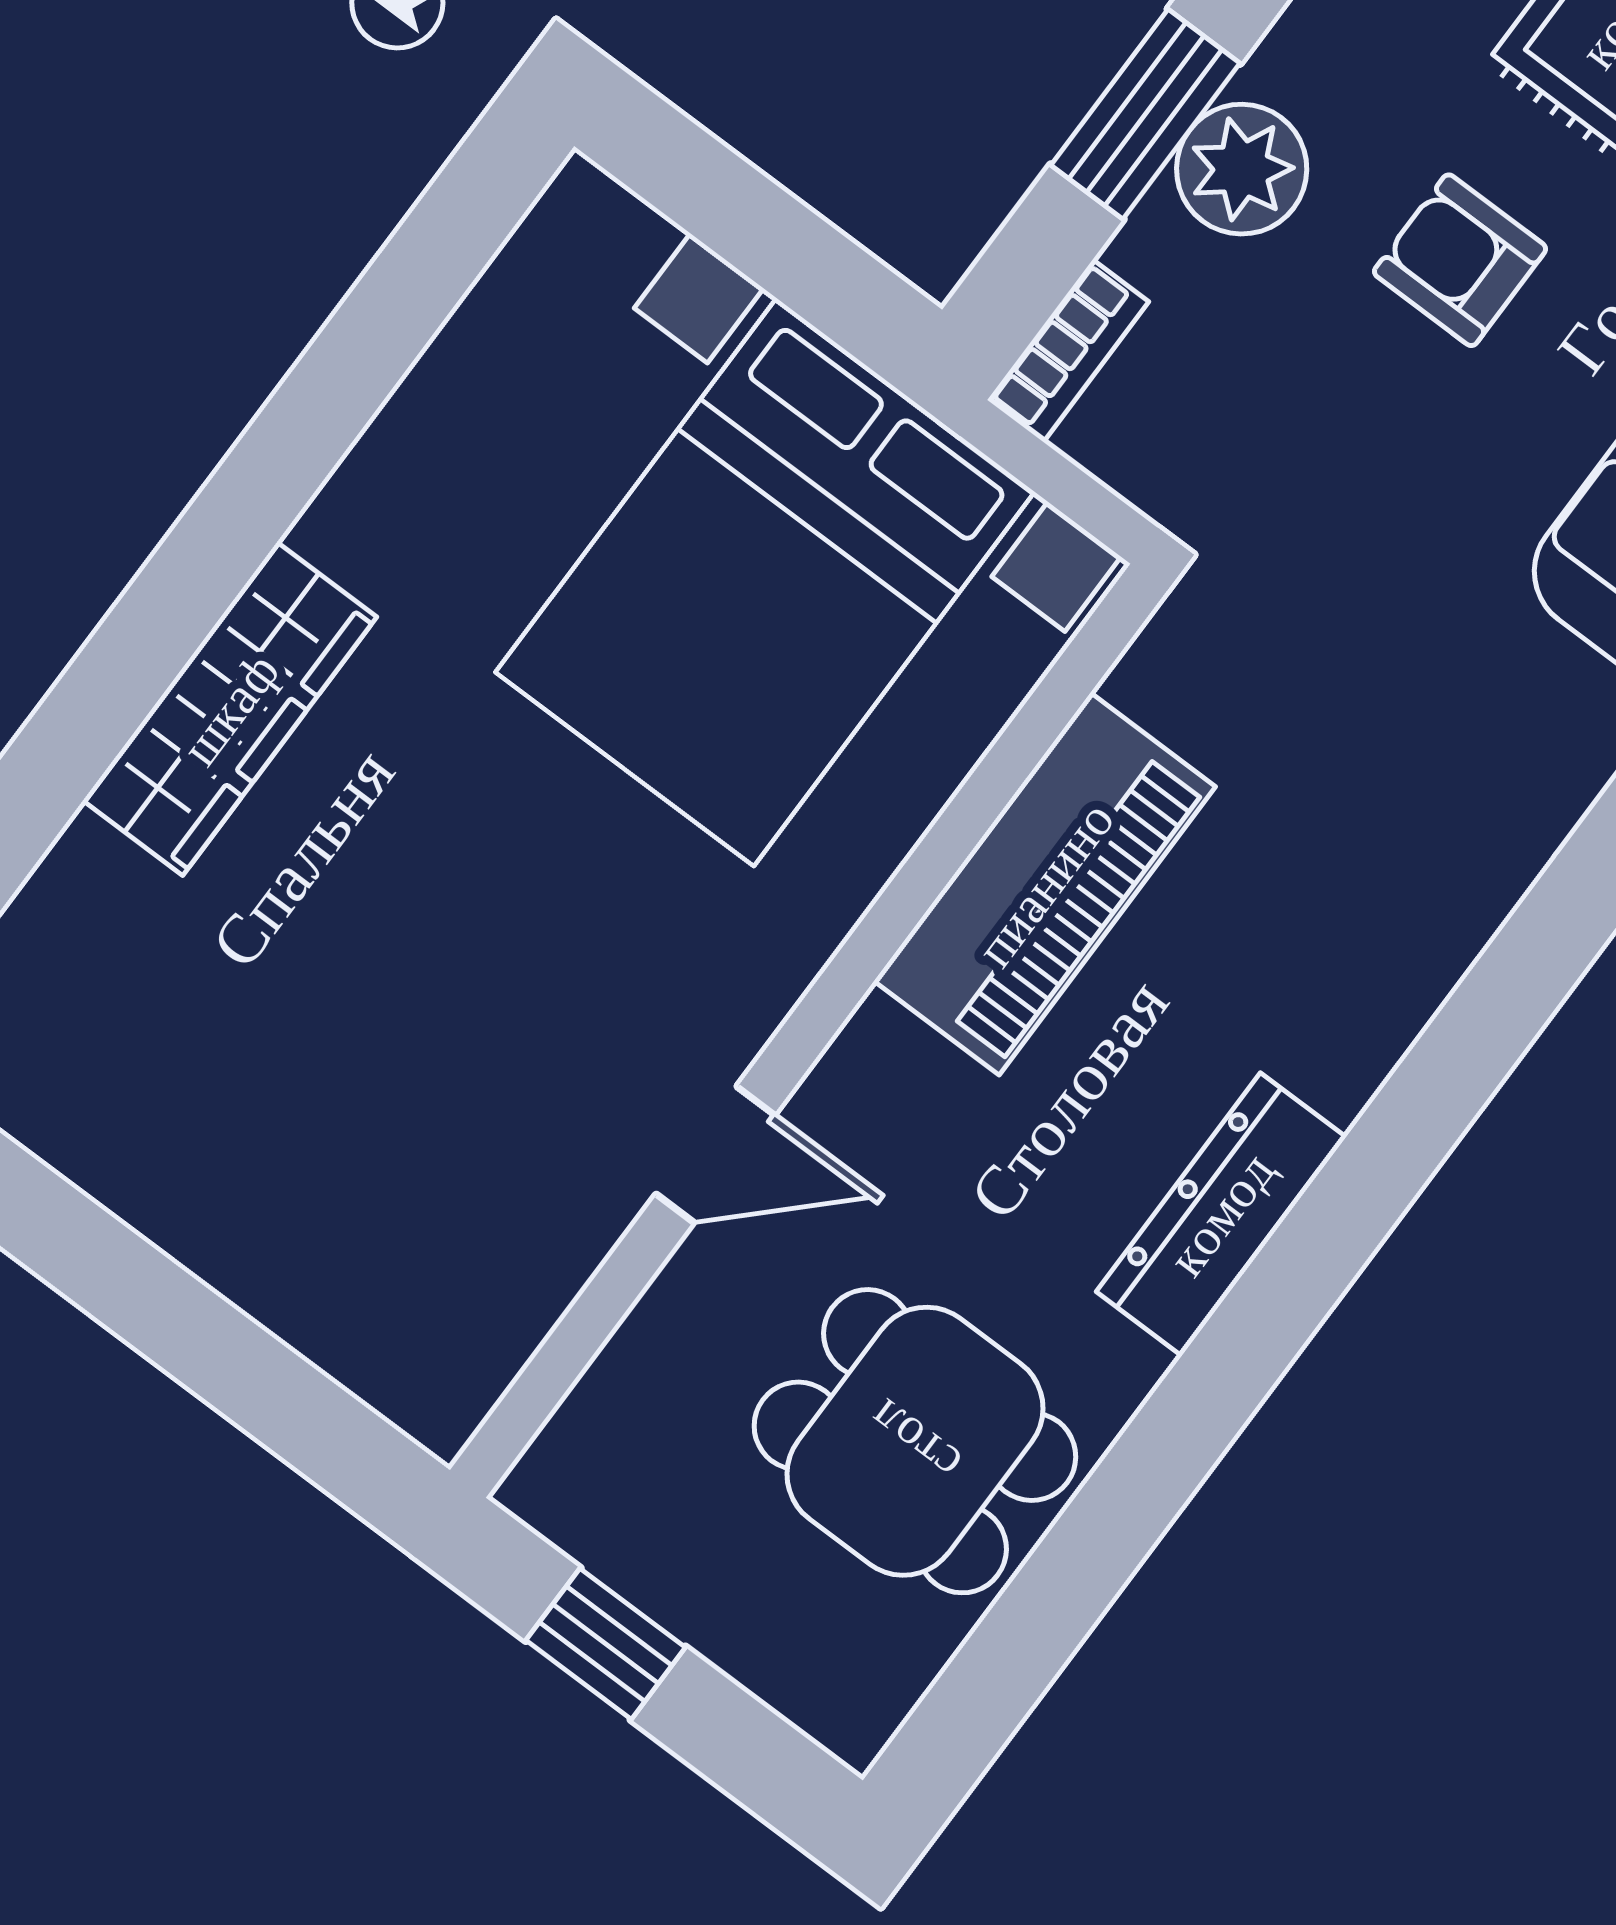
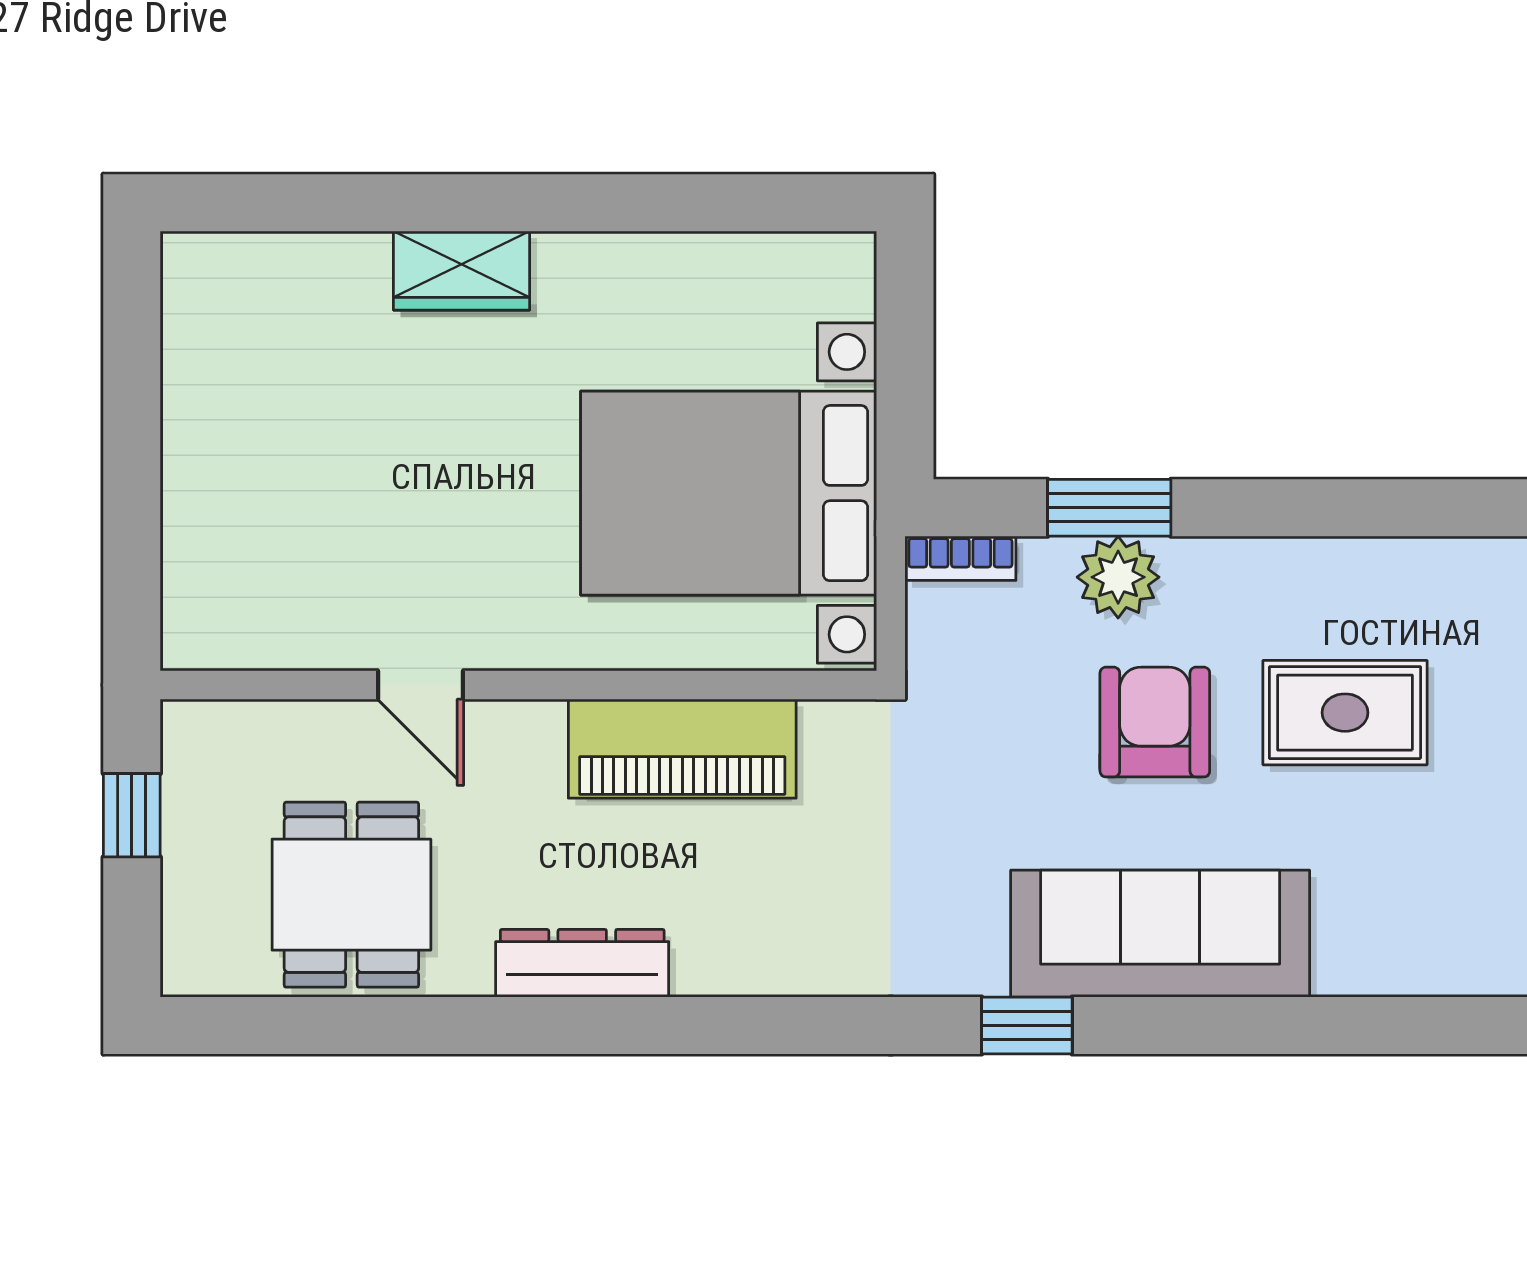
armchair: (1460, 260) -> (1155, 722), width x1.38, depth x1.38
wardrobe: (230, 709) -> (462, 271), width x0.67

